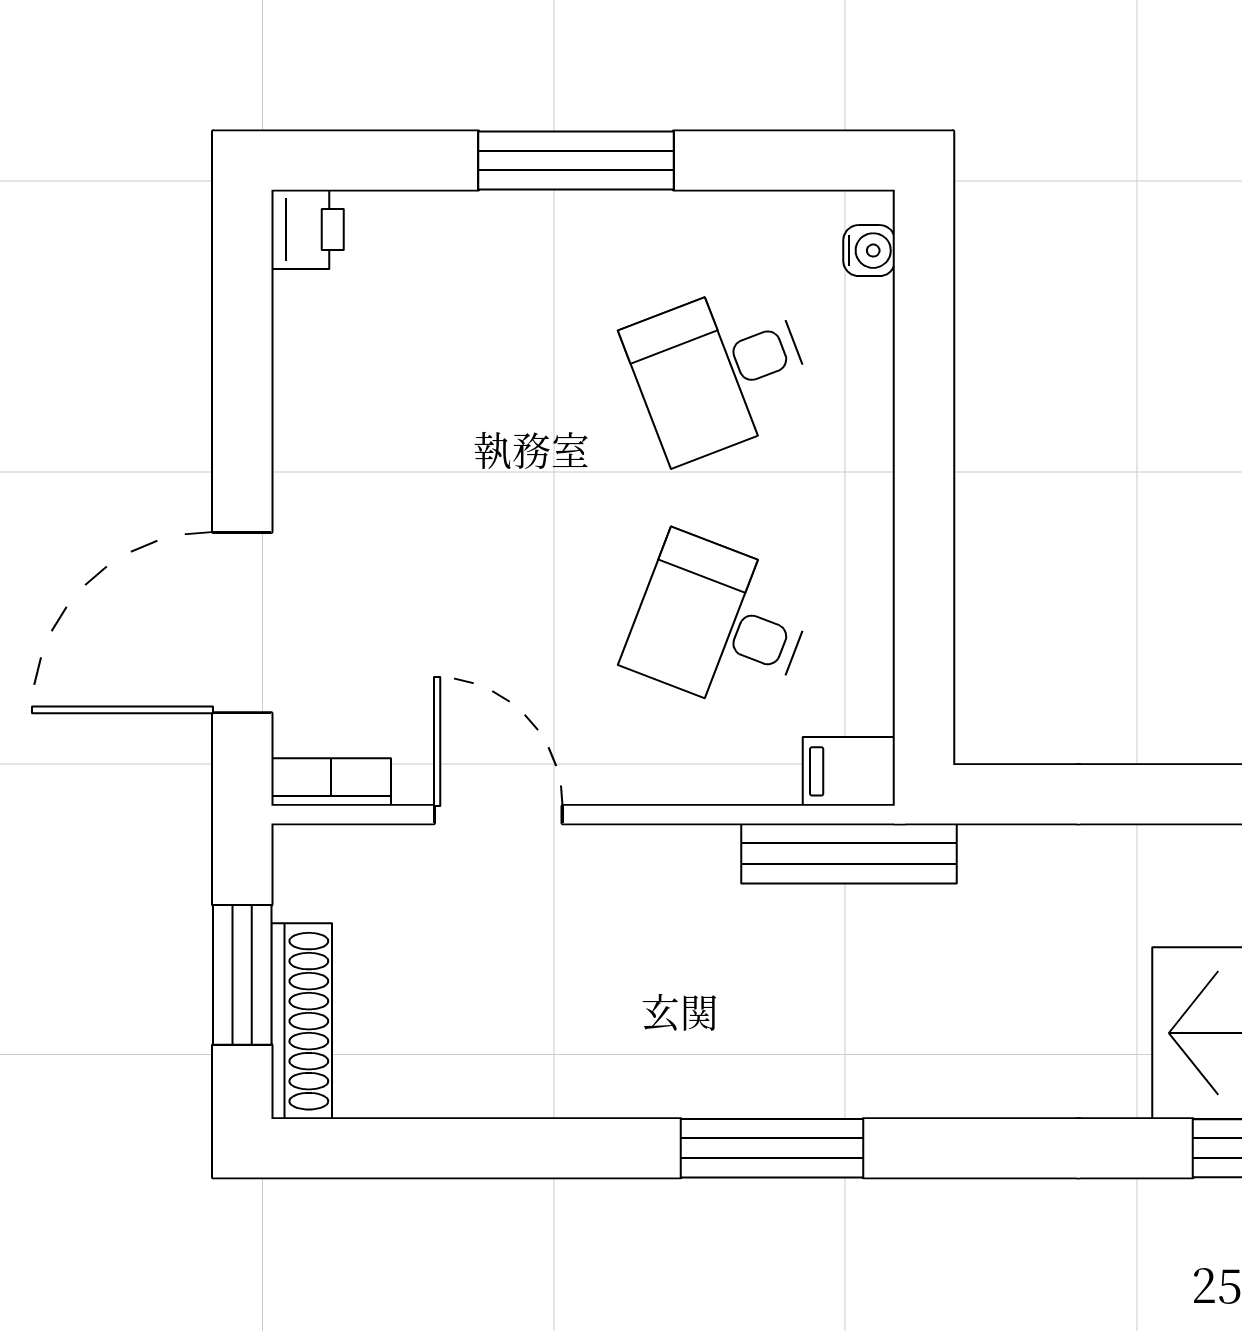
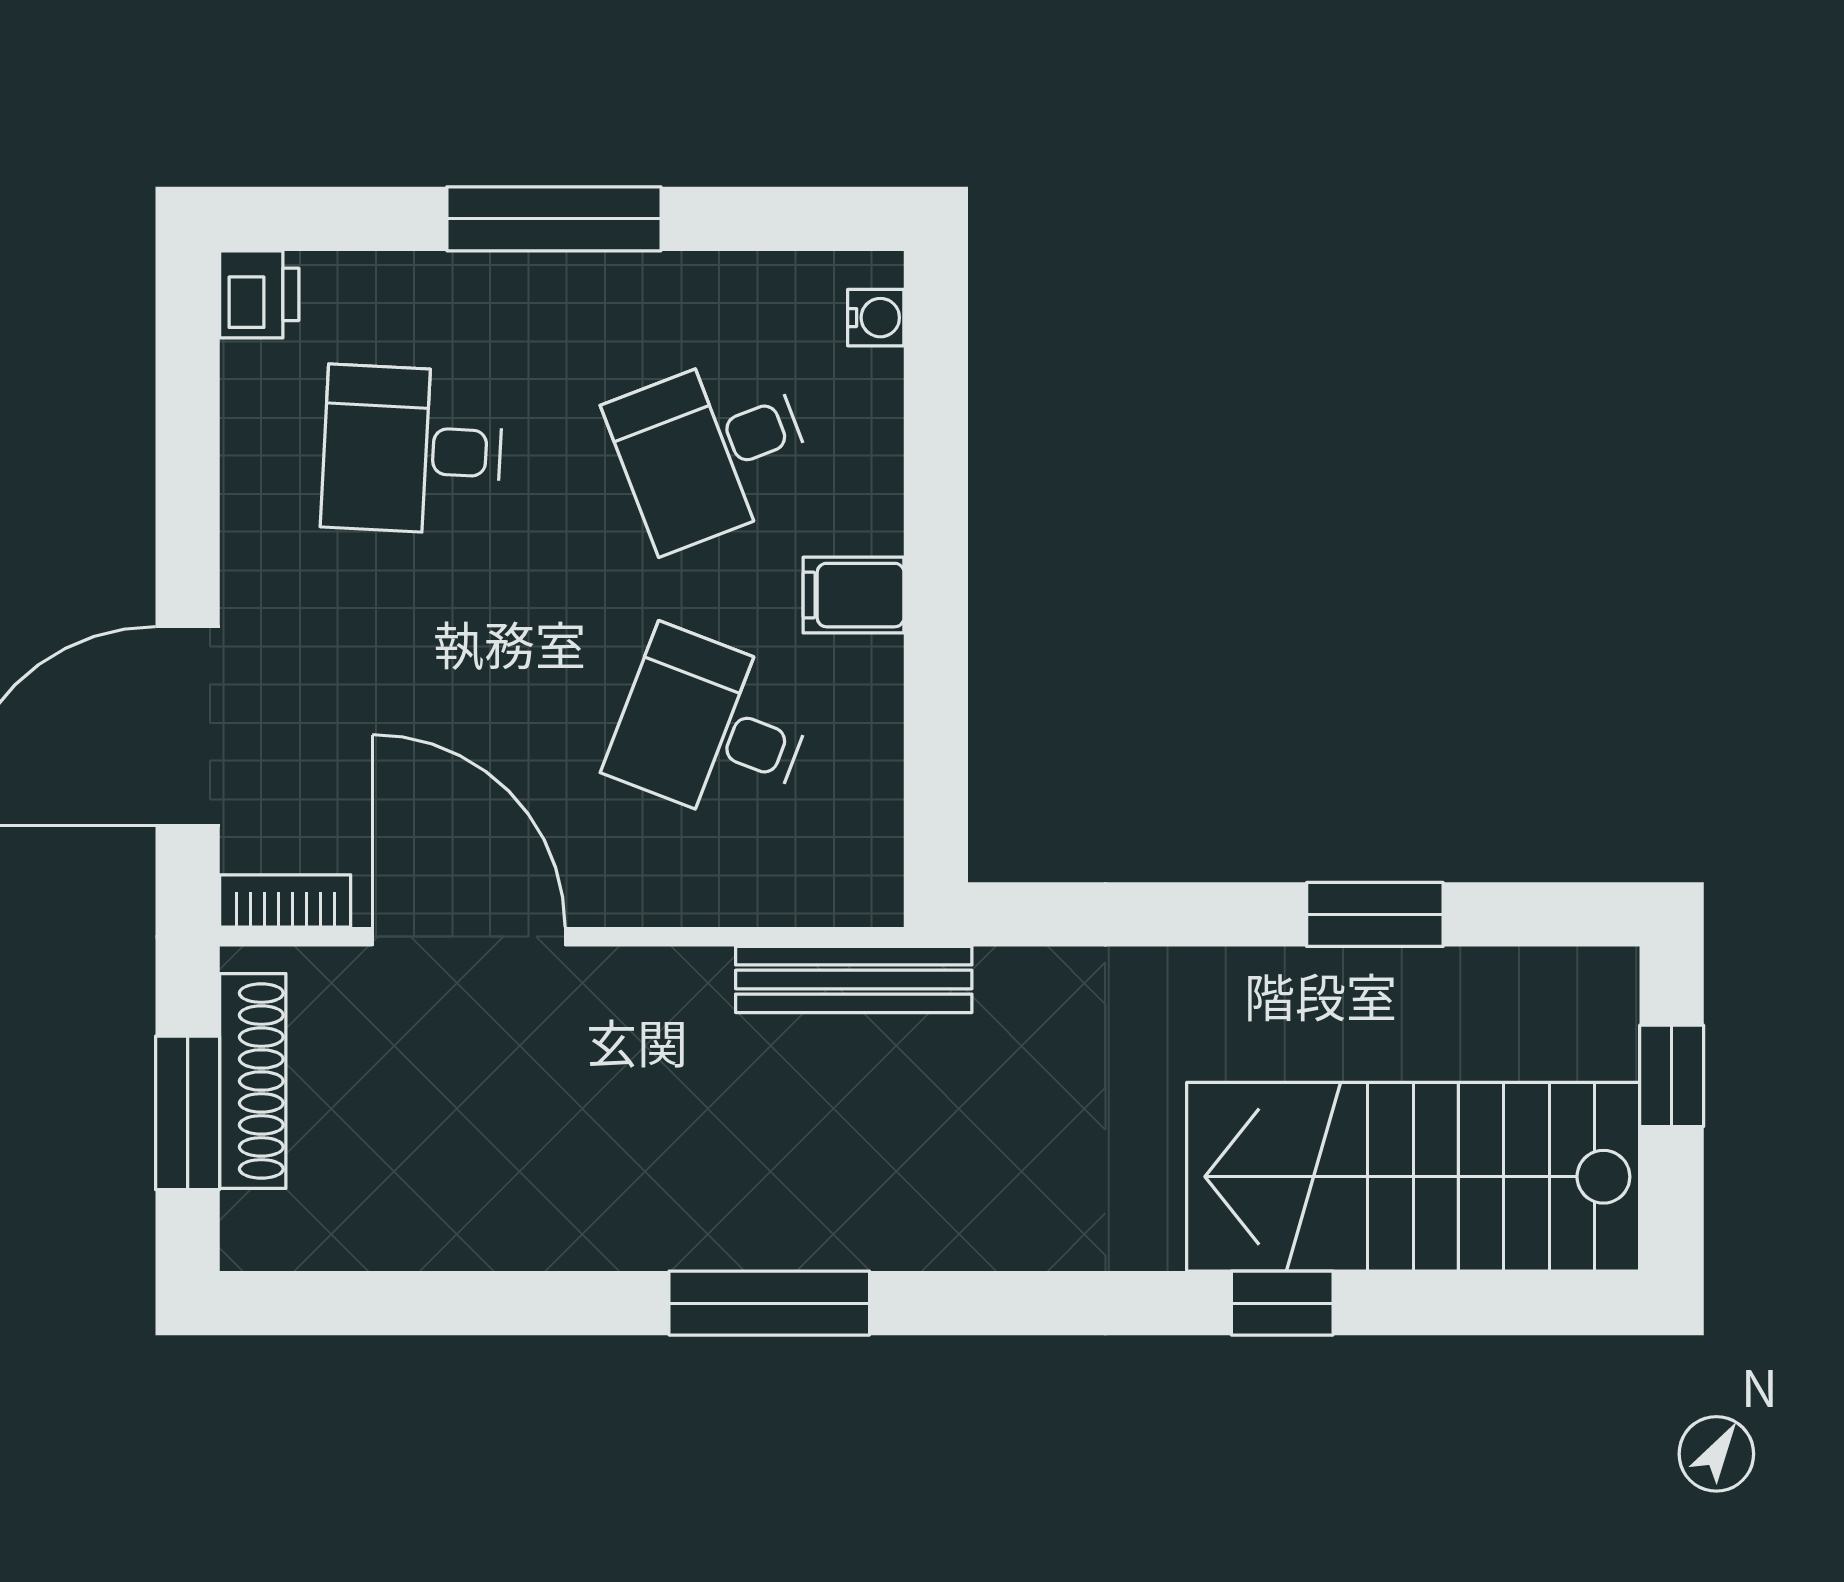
desk: (447, 371) -> (412, 450), added
filing cabinet: (849, 771) -> (854, 595), moved
door: (498, 815) -> (469, 937), width x1.36
shoe rack: (302, 1021) -> (253, 1081), moved

